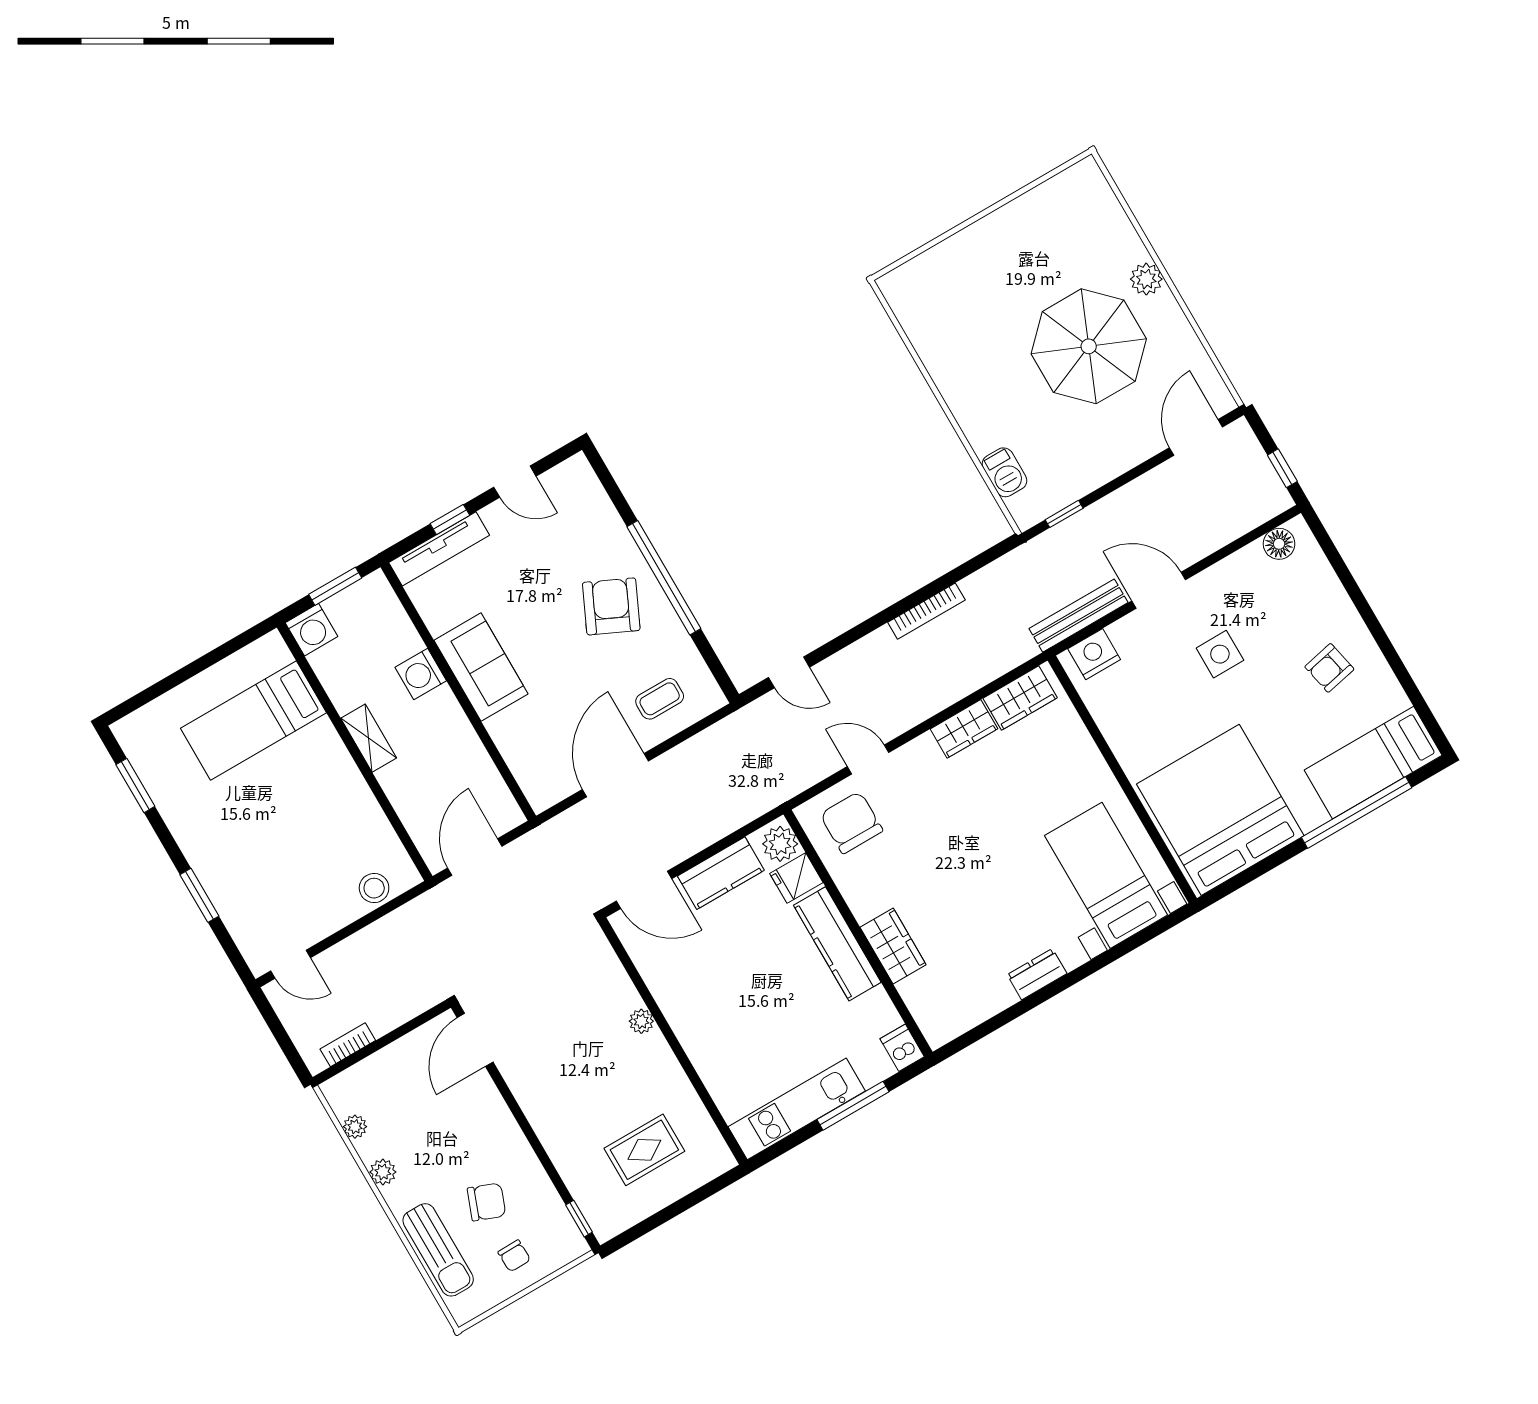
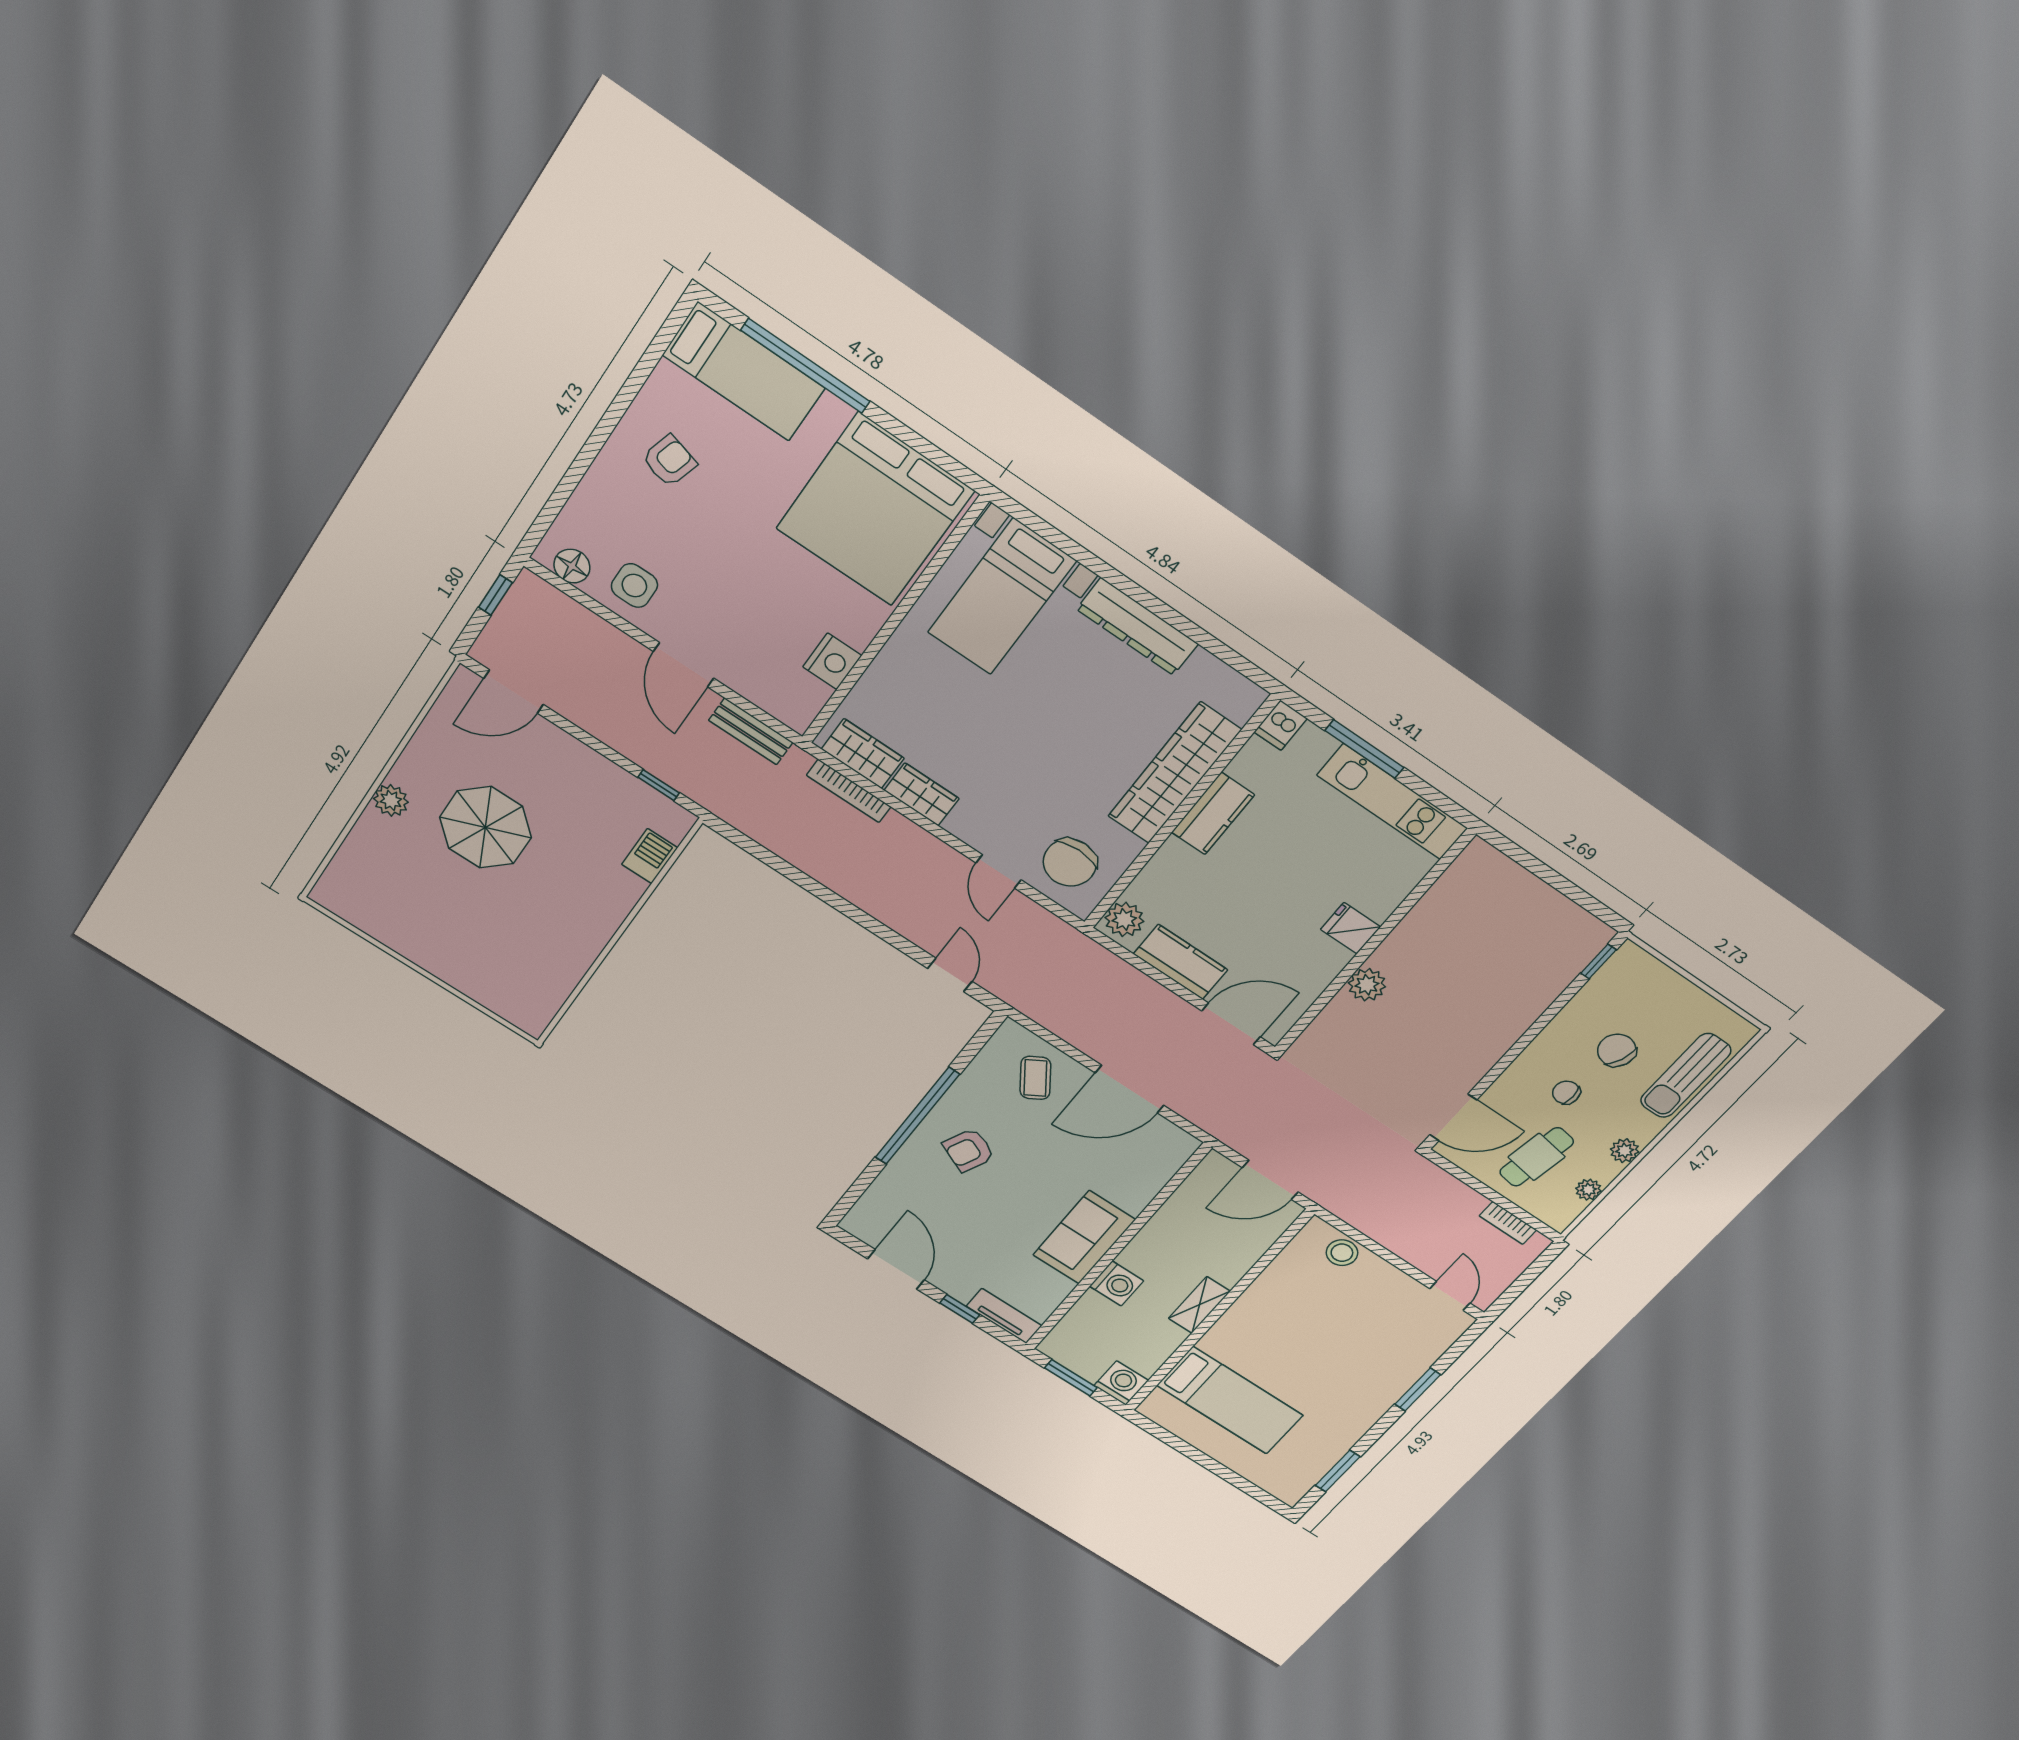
parasol: (1089, 346) -> (485, 827), width x0.73, depth x0.73
door: (515, 482) -> (896, 1269), width x1.38
tv unit: (439, 549) -> (1004, 1316), width x0.71
armchair: (611, 606) -> (969, 1150), width x0.72, depth x0.72
bookcase: (926, 611) -> (849, 791), moved, turned 180
bench: (1079, 616) -> (751, 731), width x0.73
nightstand: (1094, 654) -> (832, 661), moved, turned -90
side table: (1220, 654) -> (634, 586), moved
armchair: (1329, 668) -> (669, 461), turned -62
coffee table: (660, 699) -> (1035, 1078), turned 57
fridge: (796, 878) -> (1350, 928), moved, turned 180
door: (644, 890) -> (1231, 1024), hinge flipped
kitchen counter: (837, 944) -> (1213, 814), width x0.67
wardrobe: (893, 946) -> (1174, 773), width x2.10, depth x1.17
dresser: (1037, 974) -> (1137, 627), width x1.96, depth x1.24
plant: (641, 1021) -> (1367, 985), width x1.38, depth x1.38
cafe table: (406, 1095) -> (1537, 1157), added
rug: (644, 1150) -> (1499, 928), removed
sun lounger: (438, 1250) -> (1686, 1076), turned 180
chair: (514, 1256) -> (1566, 1092), moved, turned -89

